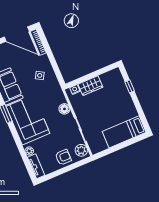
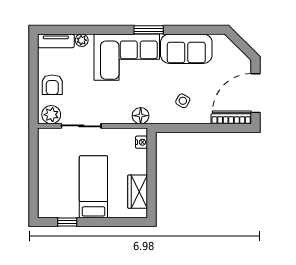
wardrobe: (90, 86) -> (138, 192), moved
window: (130, 86) -> (67, 222), moved
floor lamp: (64, 109) -> (141, 116), moved
bed: (124, 132) -> (93, 187), moved

